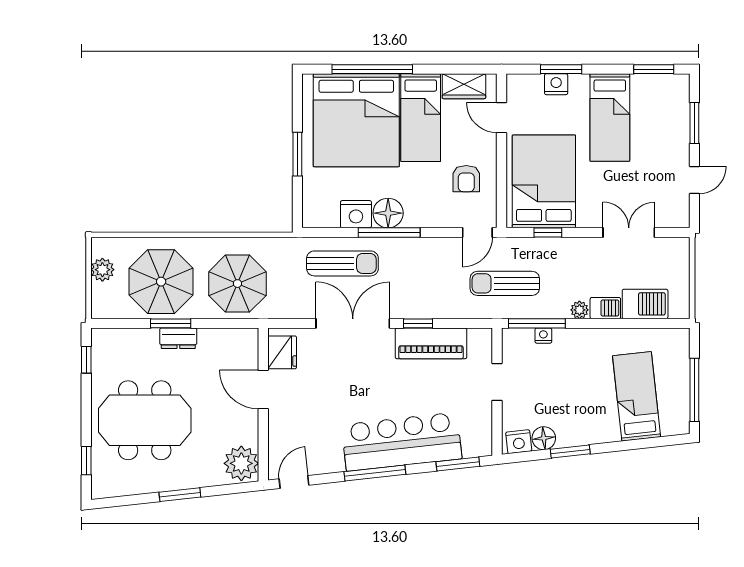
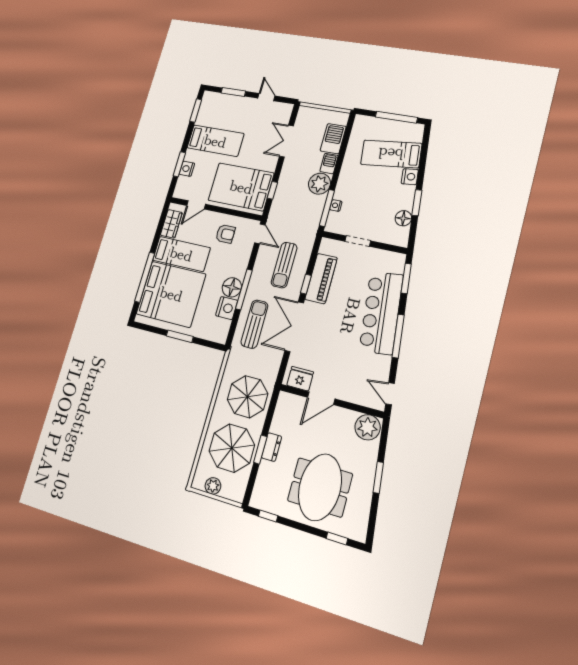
sun lounger: (505, 283) -> (284, 265), moved
plant: (579, 310) -> (319, 184), width x1.88, depth x1.88
nightstand: (519, 442) -> (410, 177), moved

